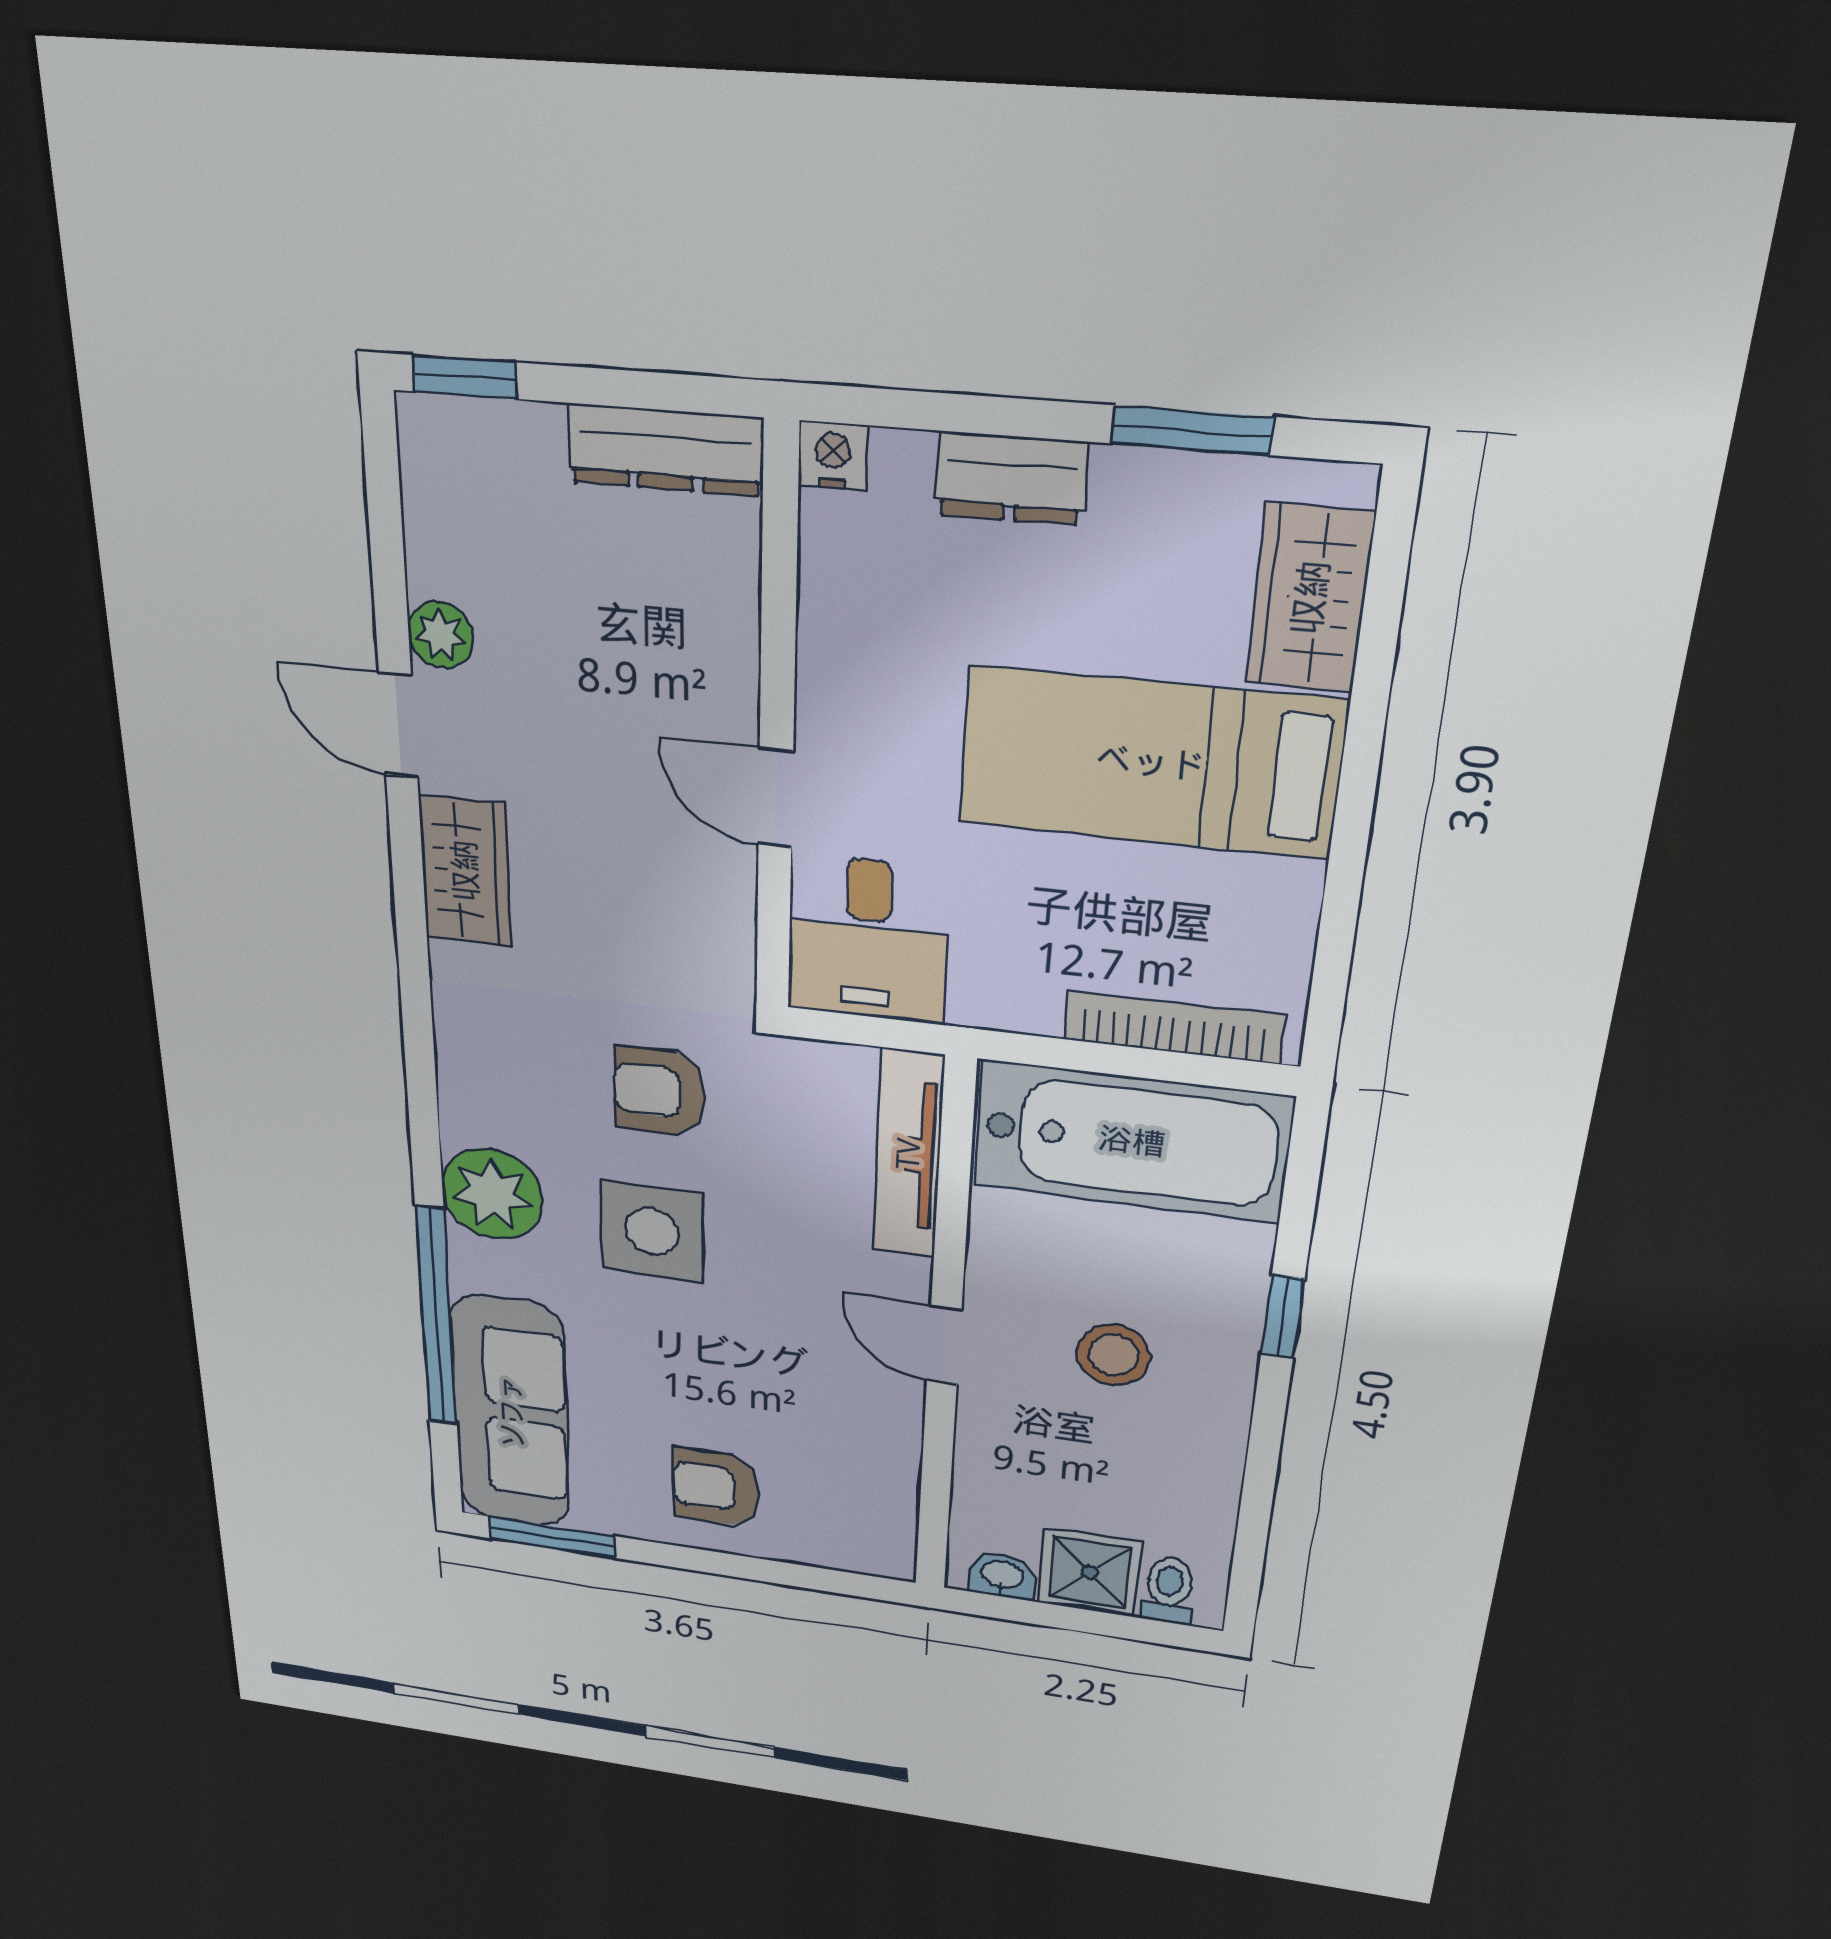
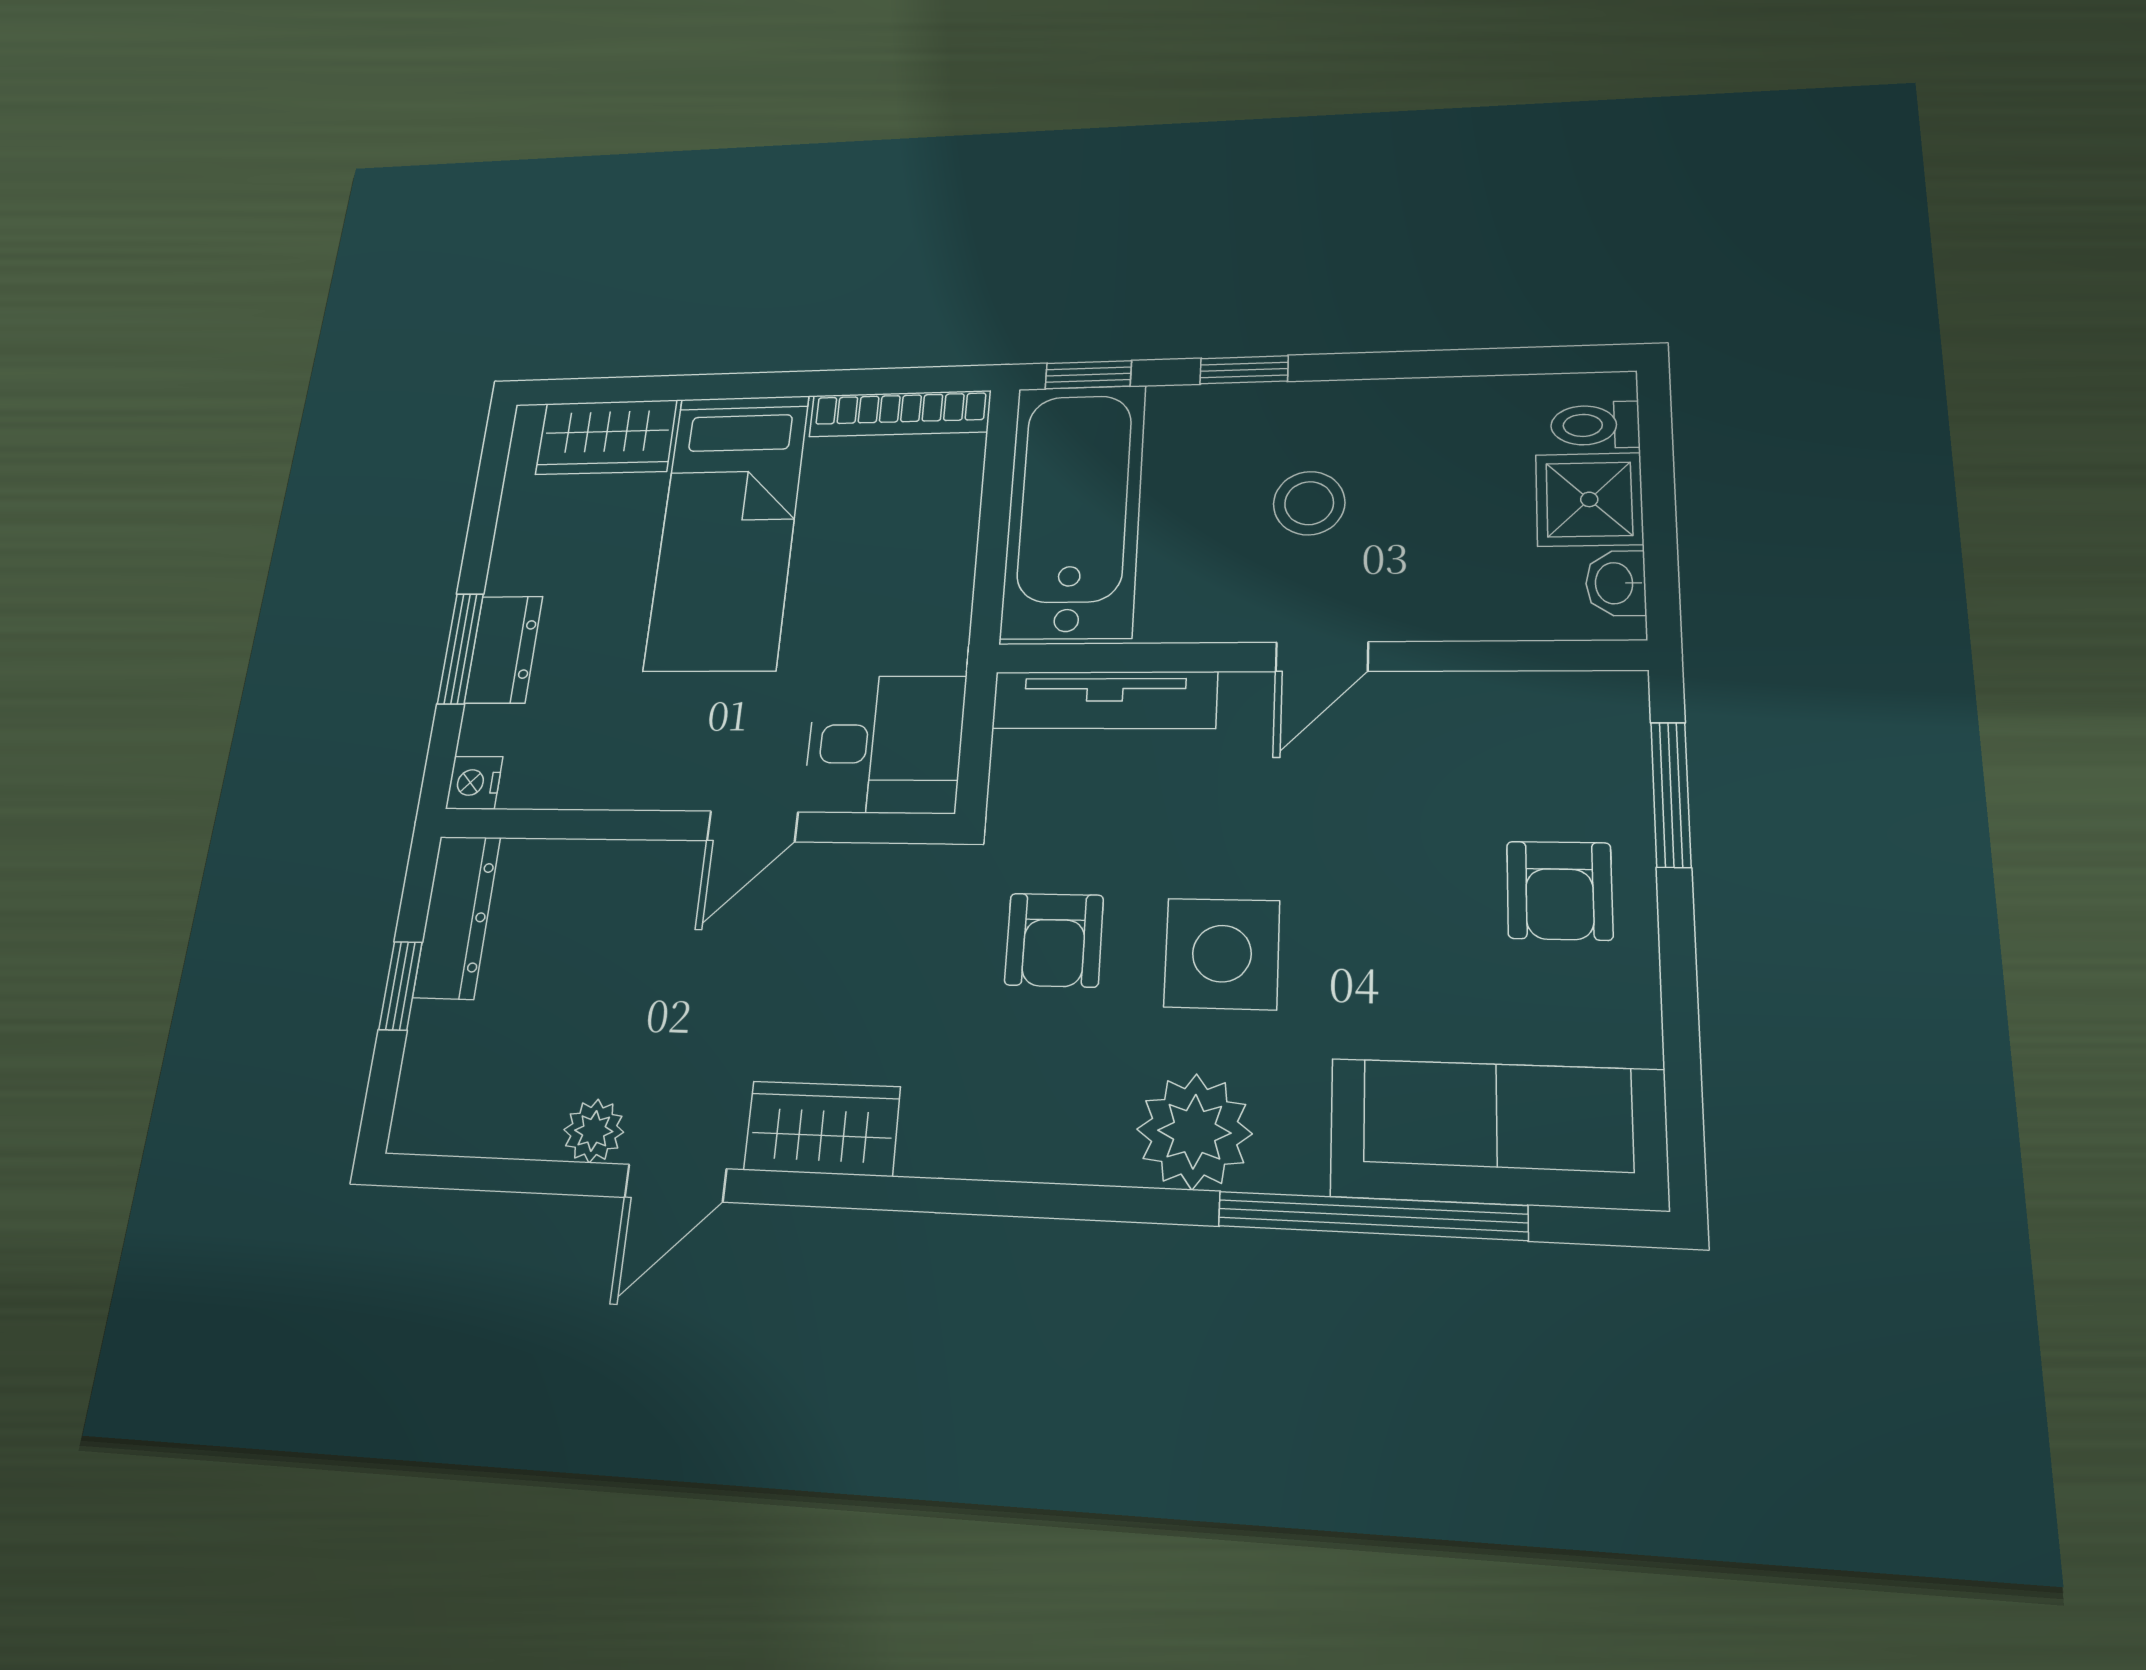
window: (464, 377) -> (401, 986), moved
window: (1192, 430) -> (460, 649), moved
bookcase: (1174, 1027) -> (900, 414), moved, turned -90
window: (1304, 1168) -> (1088, 375), added
window: (552, 1537) -> (1671, 794), moved

